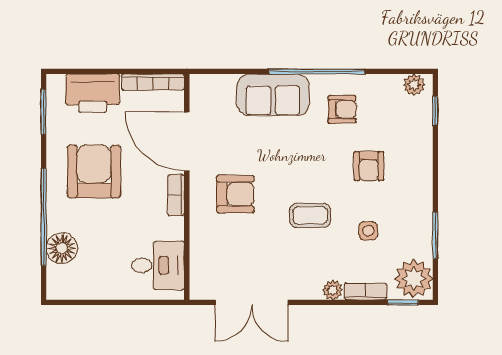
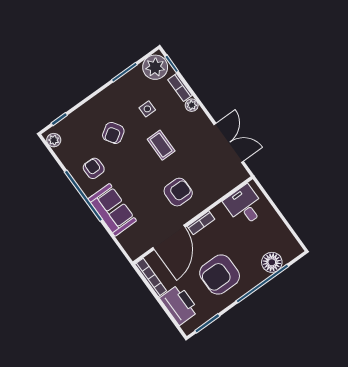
armchair: (369, 166) -> (113, 133), turned 147
armchair: (235, 194) -> (178, 192), turned 90

